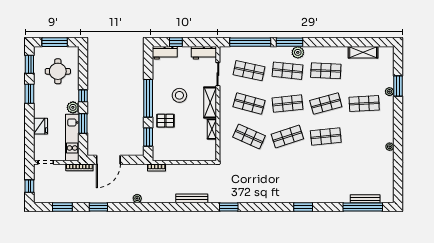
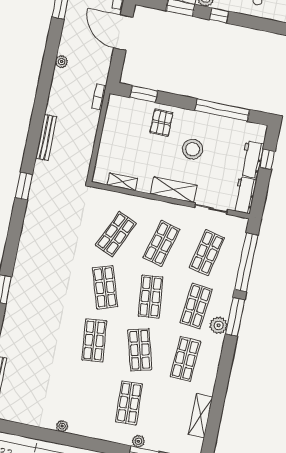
workbench: (165, 53) -> (252, 160), moved
window: (148, 98) -> (222, 110), moved
shelving: (212, 129) -> (122, 182), moved

